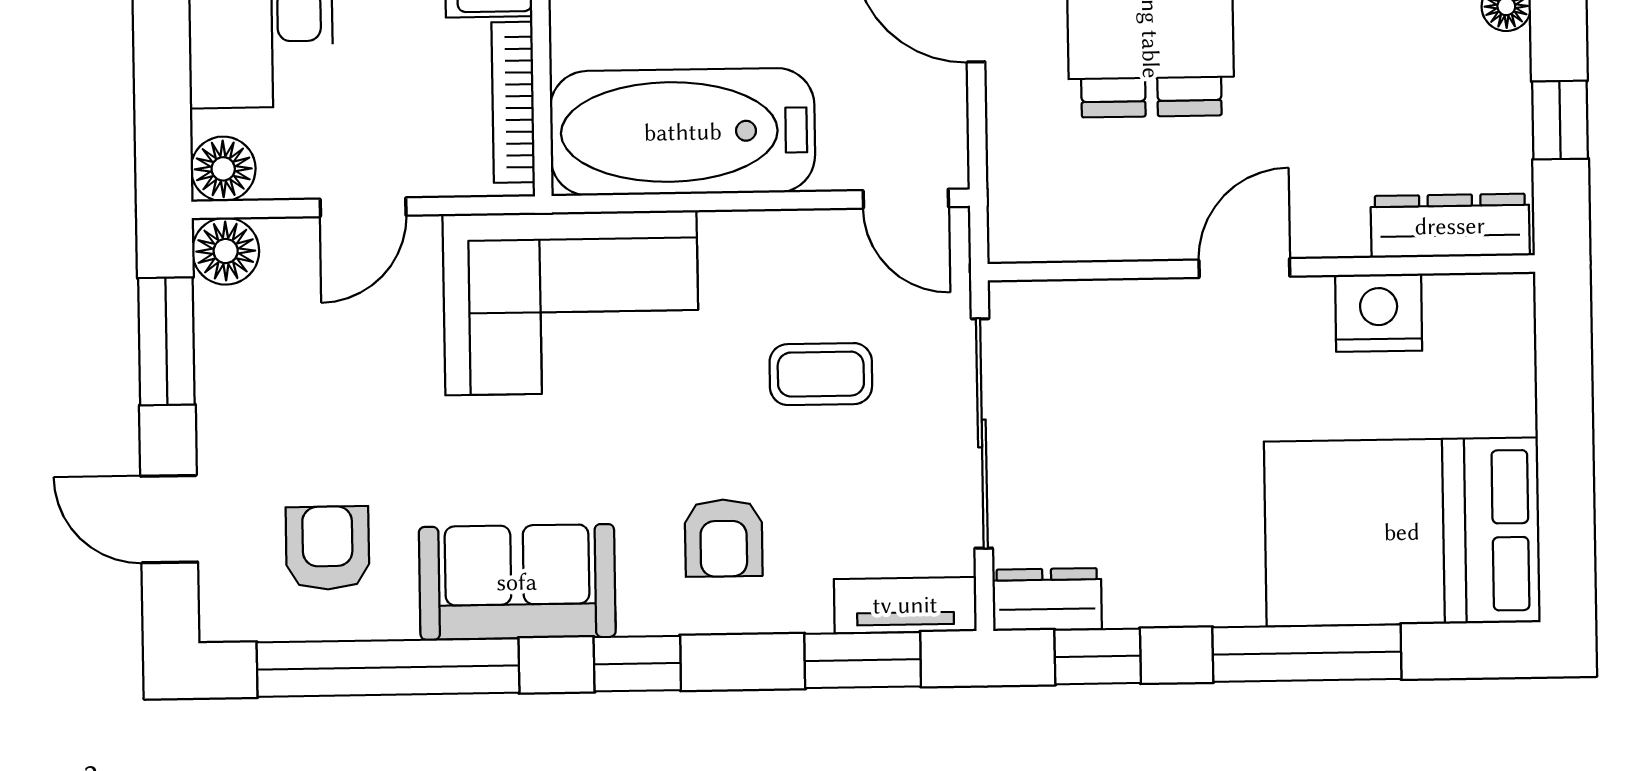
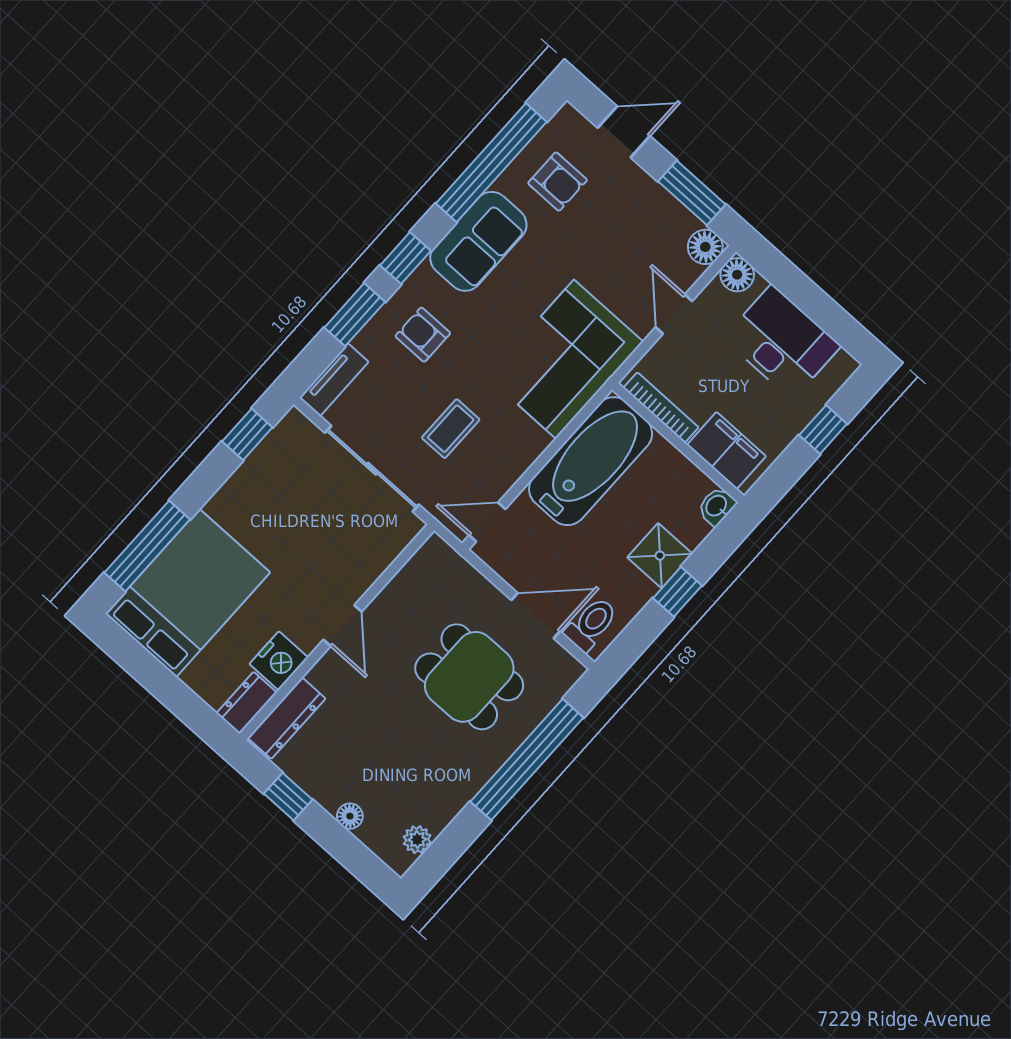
dresser: (1047, 599) -> (247, 703), moved, turned 180
window: (1307, 653) -> (147, 546), moved
window: (863, 660) -> (355, 315), moved

